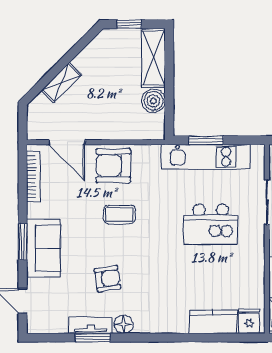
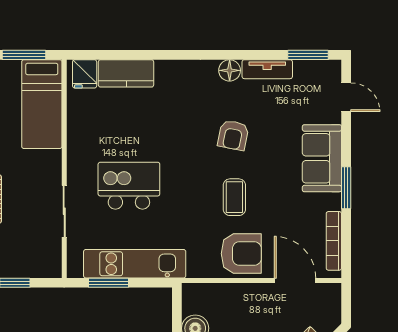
window: (206, 140) -> (109, 283), moved
coffee table: (119, 214) -> (234, 197), turned 90
window: (23, 242) -> (346, 188), moved
armchair: (107, 279) -> (233, 135), moved, turned -70
window: (93, 338) -> (308, 55), moved

